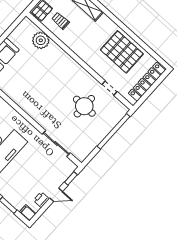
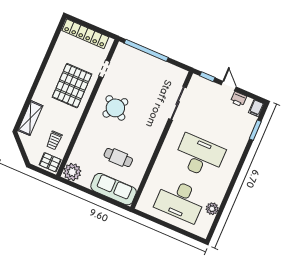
plant: (41, 40) -> (72, 172), moved
pallet: (122, 52) -> (72, 86), moved
cafe table: (25, 73) -> (118, 158), added
round table: (84, 106) -> (115, 108), moved, turned 33

